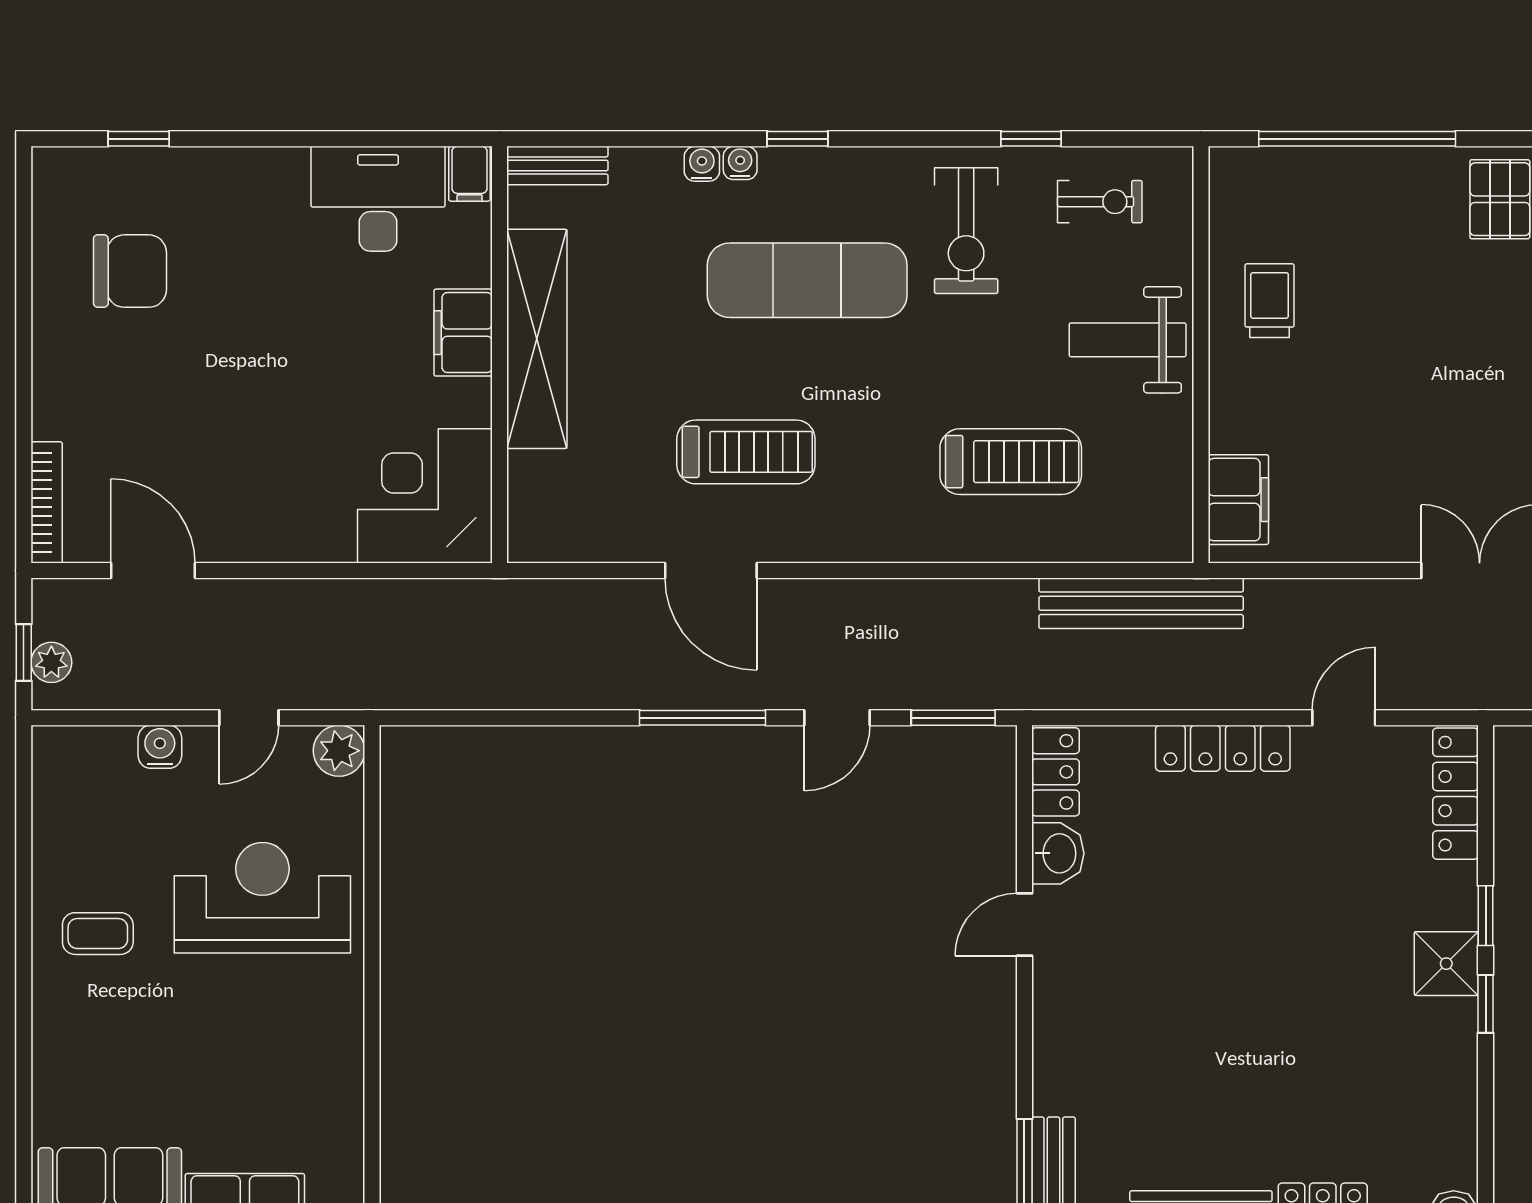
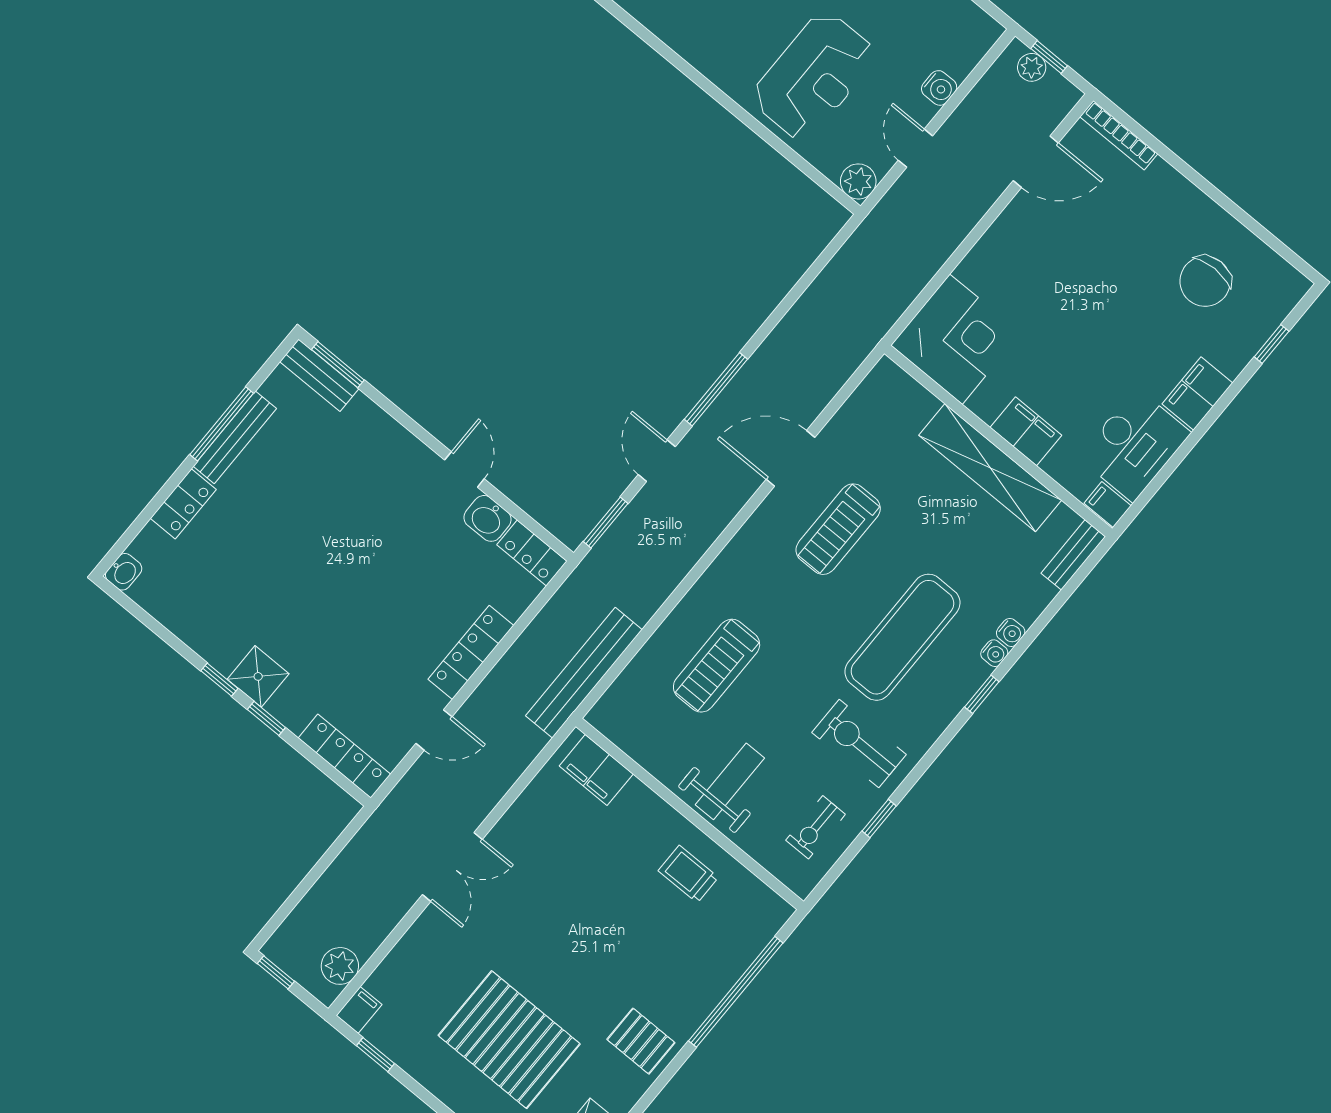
filing cabinet: (262, 176) -> (1197, 393), added
trolley: (1270, 301) -> (688, 874), turned 180
door: (1344, 718) -> (434, 730), hinge flipped

